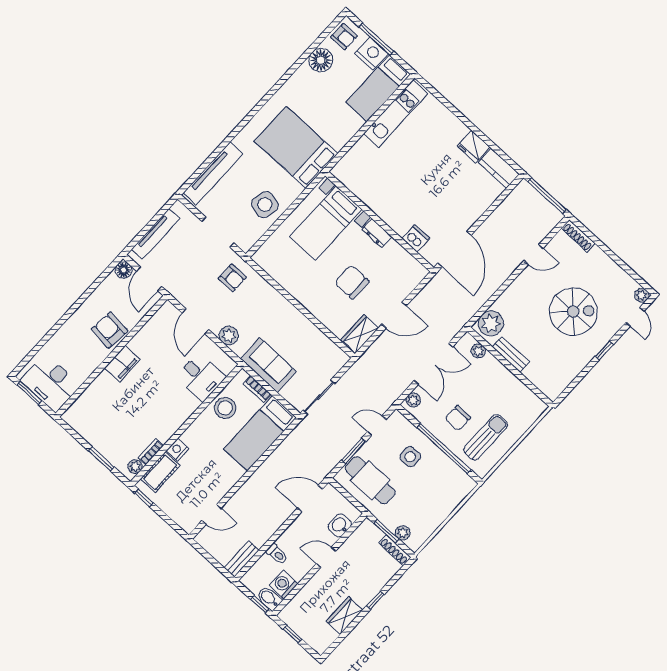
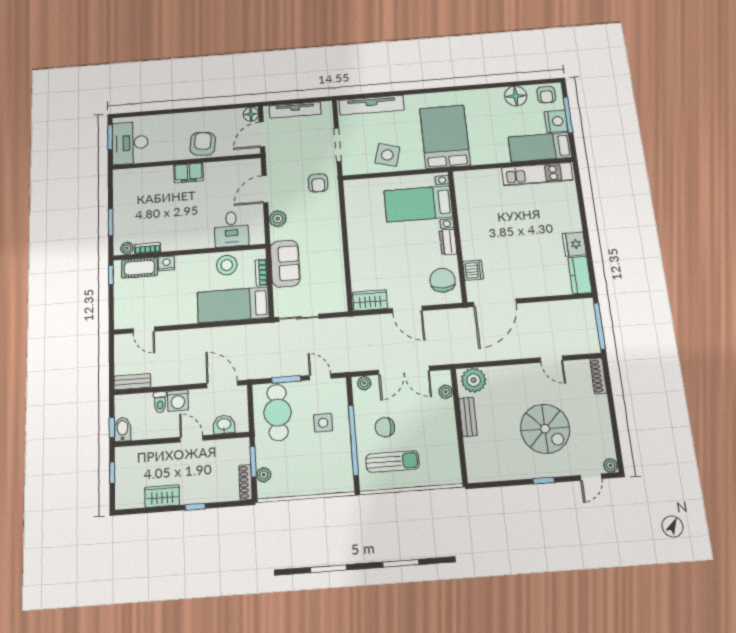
chair: (352, 282) -> (443, 280), moved
washing machine: (284, 585) -> (178, 401), moved, turned 180

